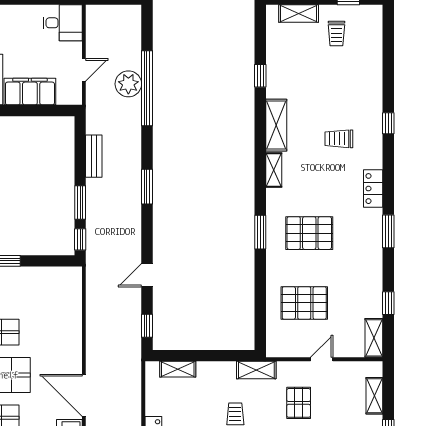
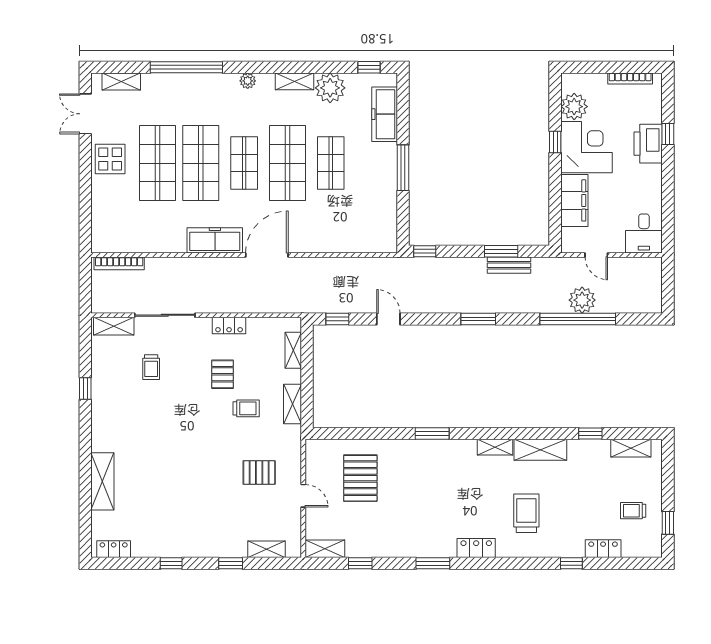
shelving: (299, 14) -> (631, 448), moved, turned 90
locker: (374, 63) -> (603, 549), added
window: (388, 123) -> (571, 563), moved
trolley: (339, 139) -> (526, 513), width x1.36, depth x1.39
window: (80, 203) -> (501, 251), moved
pallet: (309, 233) -> (431, 483), removed
shelving: (256, 370) -> (292, 404), moved

